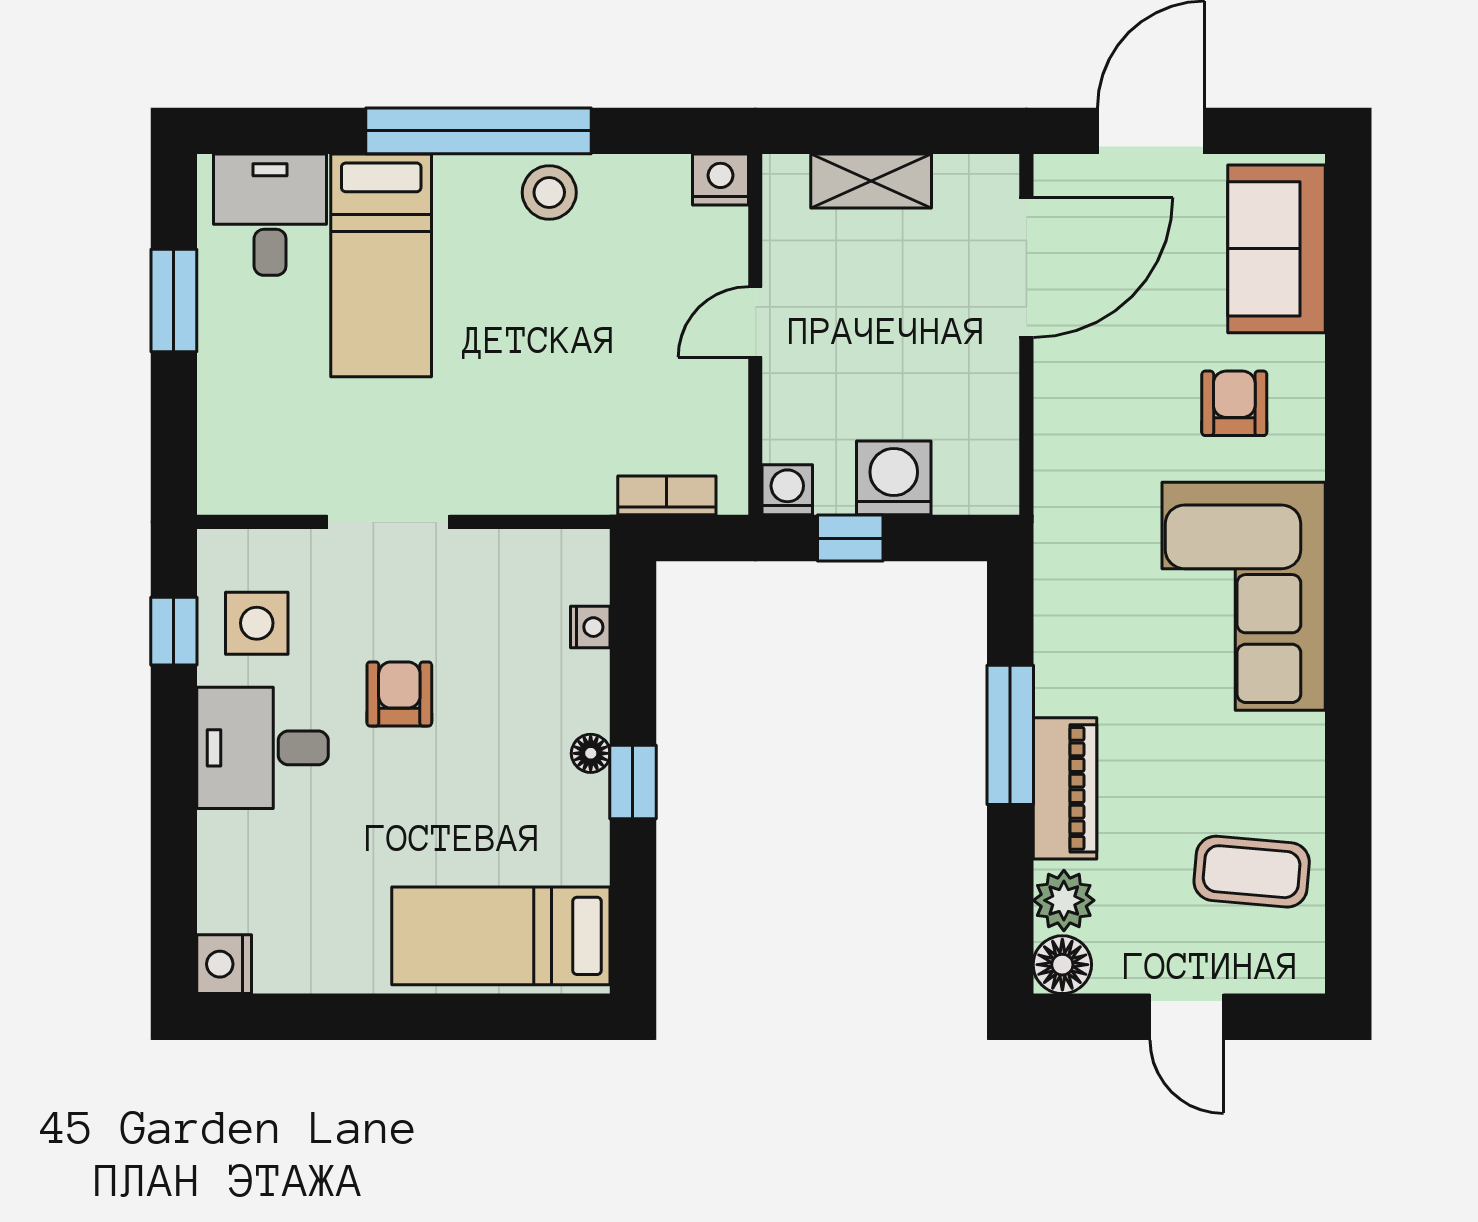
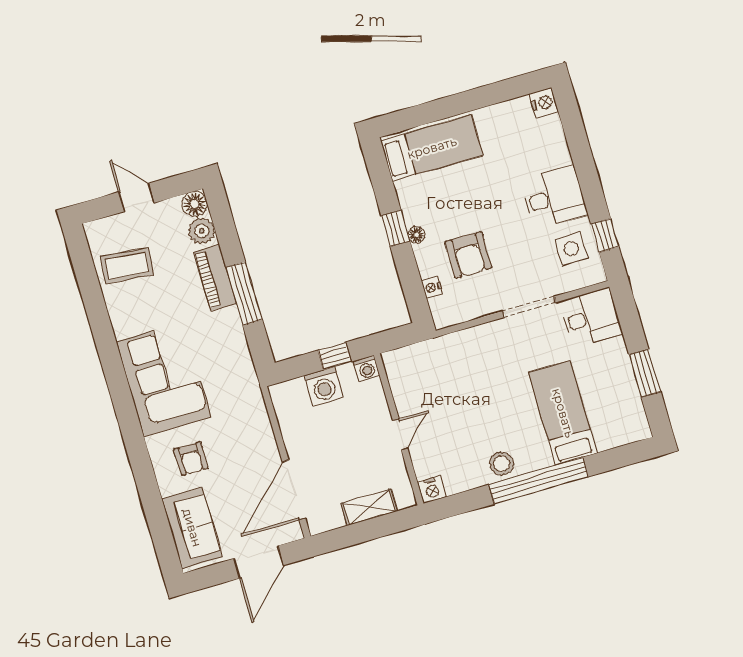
desk: (270, 215) -> (591, 317), moved, turned -90
bookcase: (667, 495) -> (416, 352), removed
armchair: (399, 694) -> (469, 255), moved, width x1.38, depth x1.38

